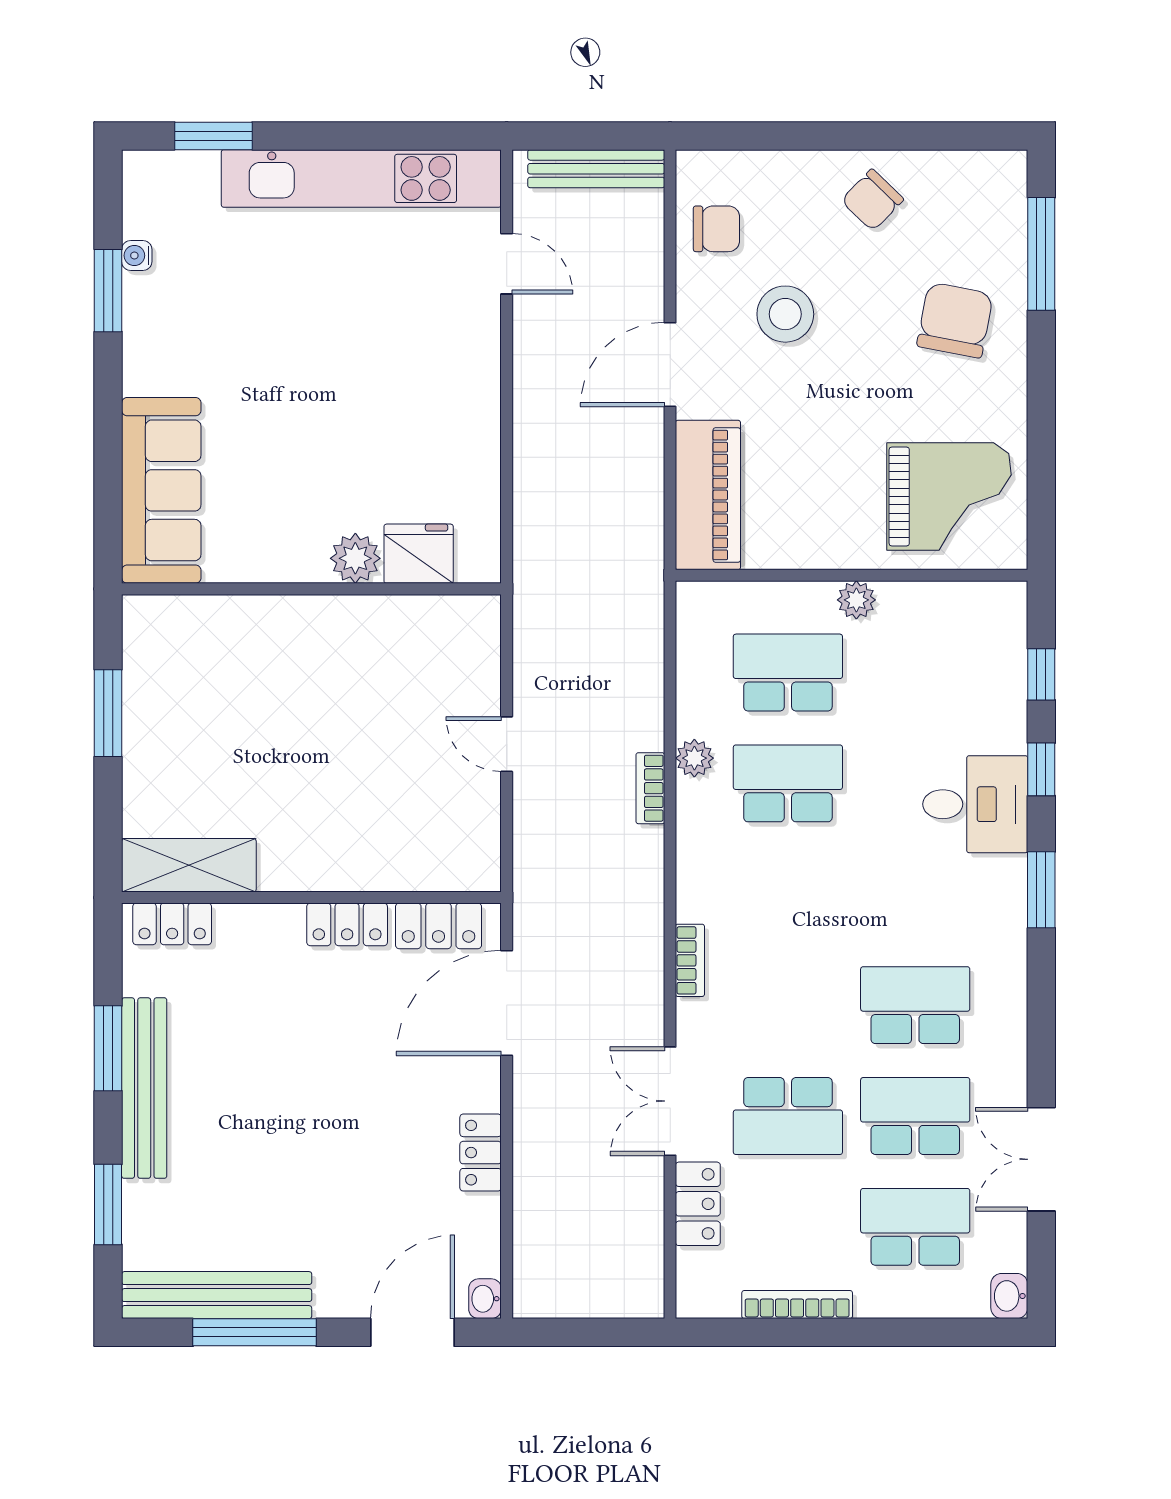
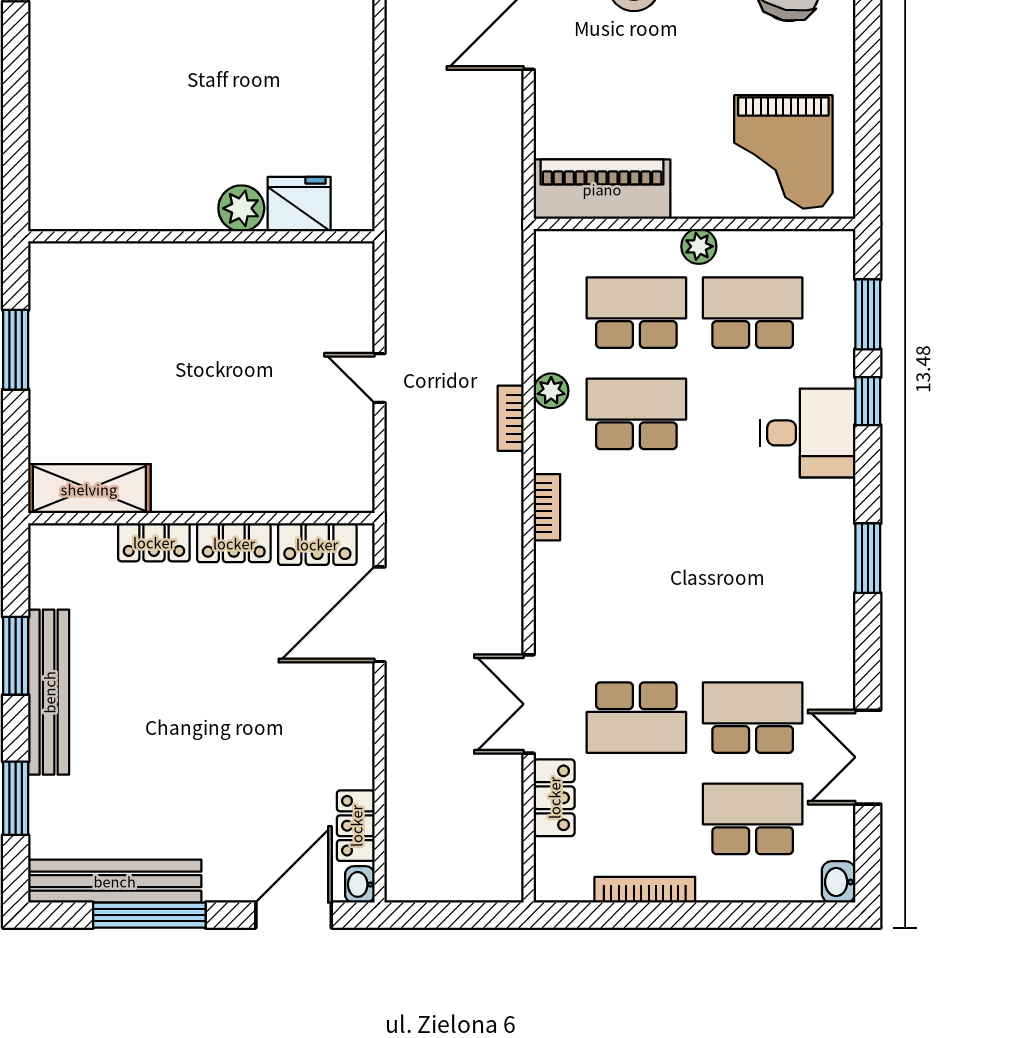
sofa: (161, 490) -> (64, 146), removed
piano: (708, 495) -> (602, 189), moved, turned -90
grand piano: (949, 497) -> (783, 152), turned 90
window: (1041, 674) -> (868, 314), width x1.50
window: (1041, 890) -> (868, 558), moved
locker: (172, 924) -> (154, 542), moved
bookcase: (690, 960) -> (547, 507), moved
school desk: (915, 1005) -> (753, 313), moved
locker: (481, 1153) -> (356, 826), moved

